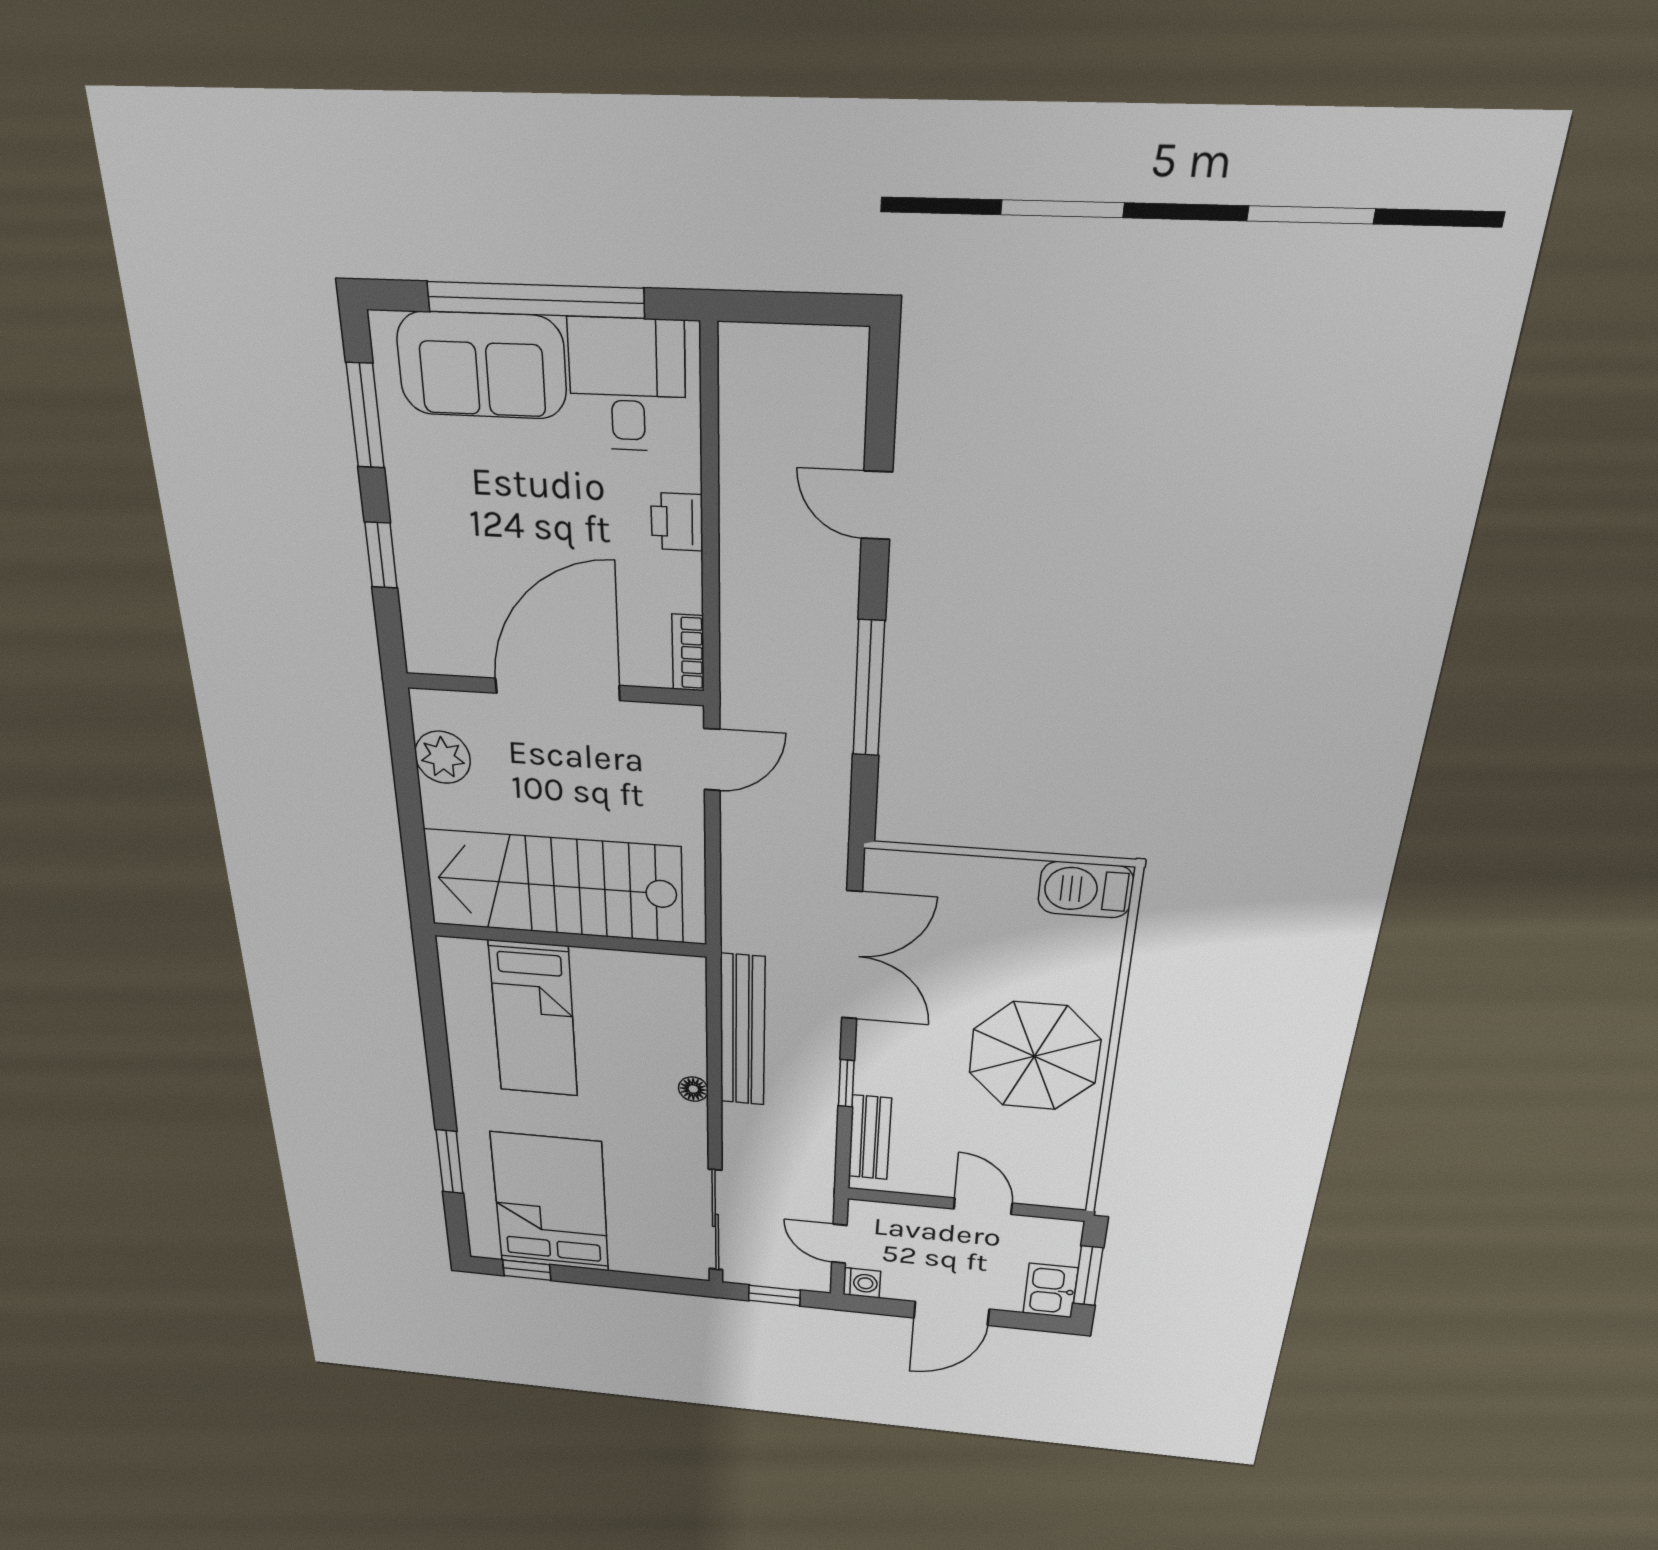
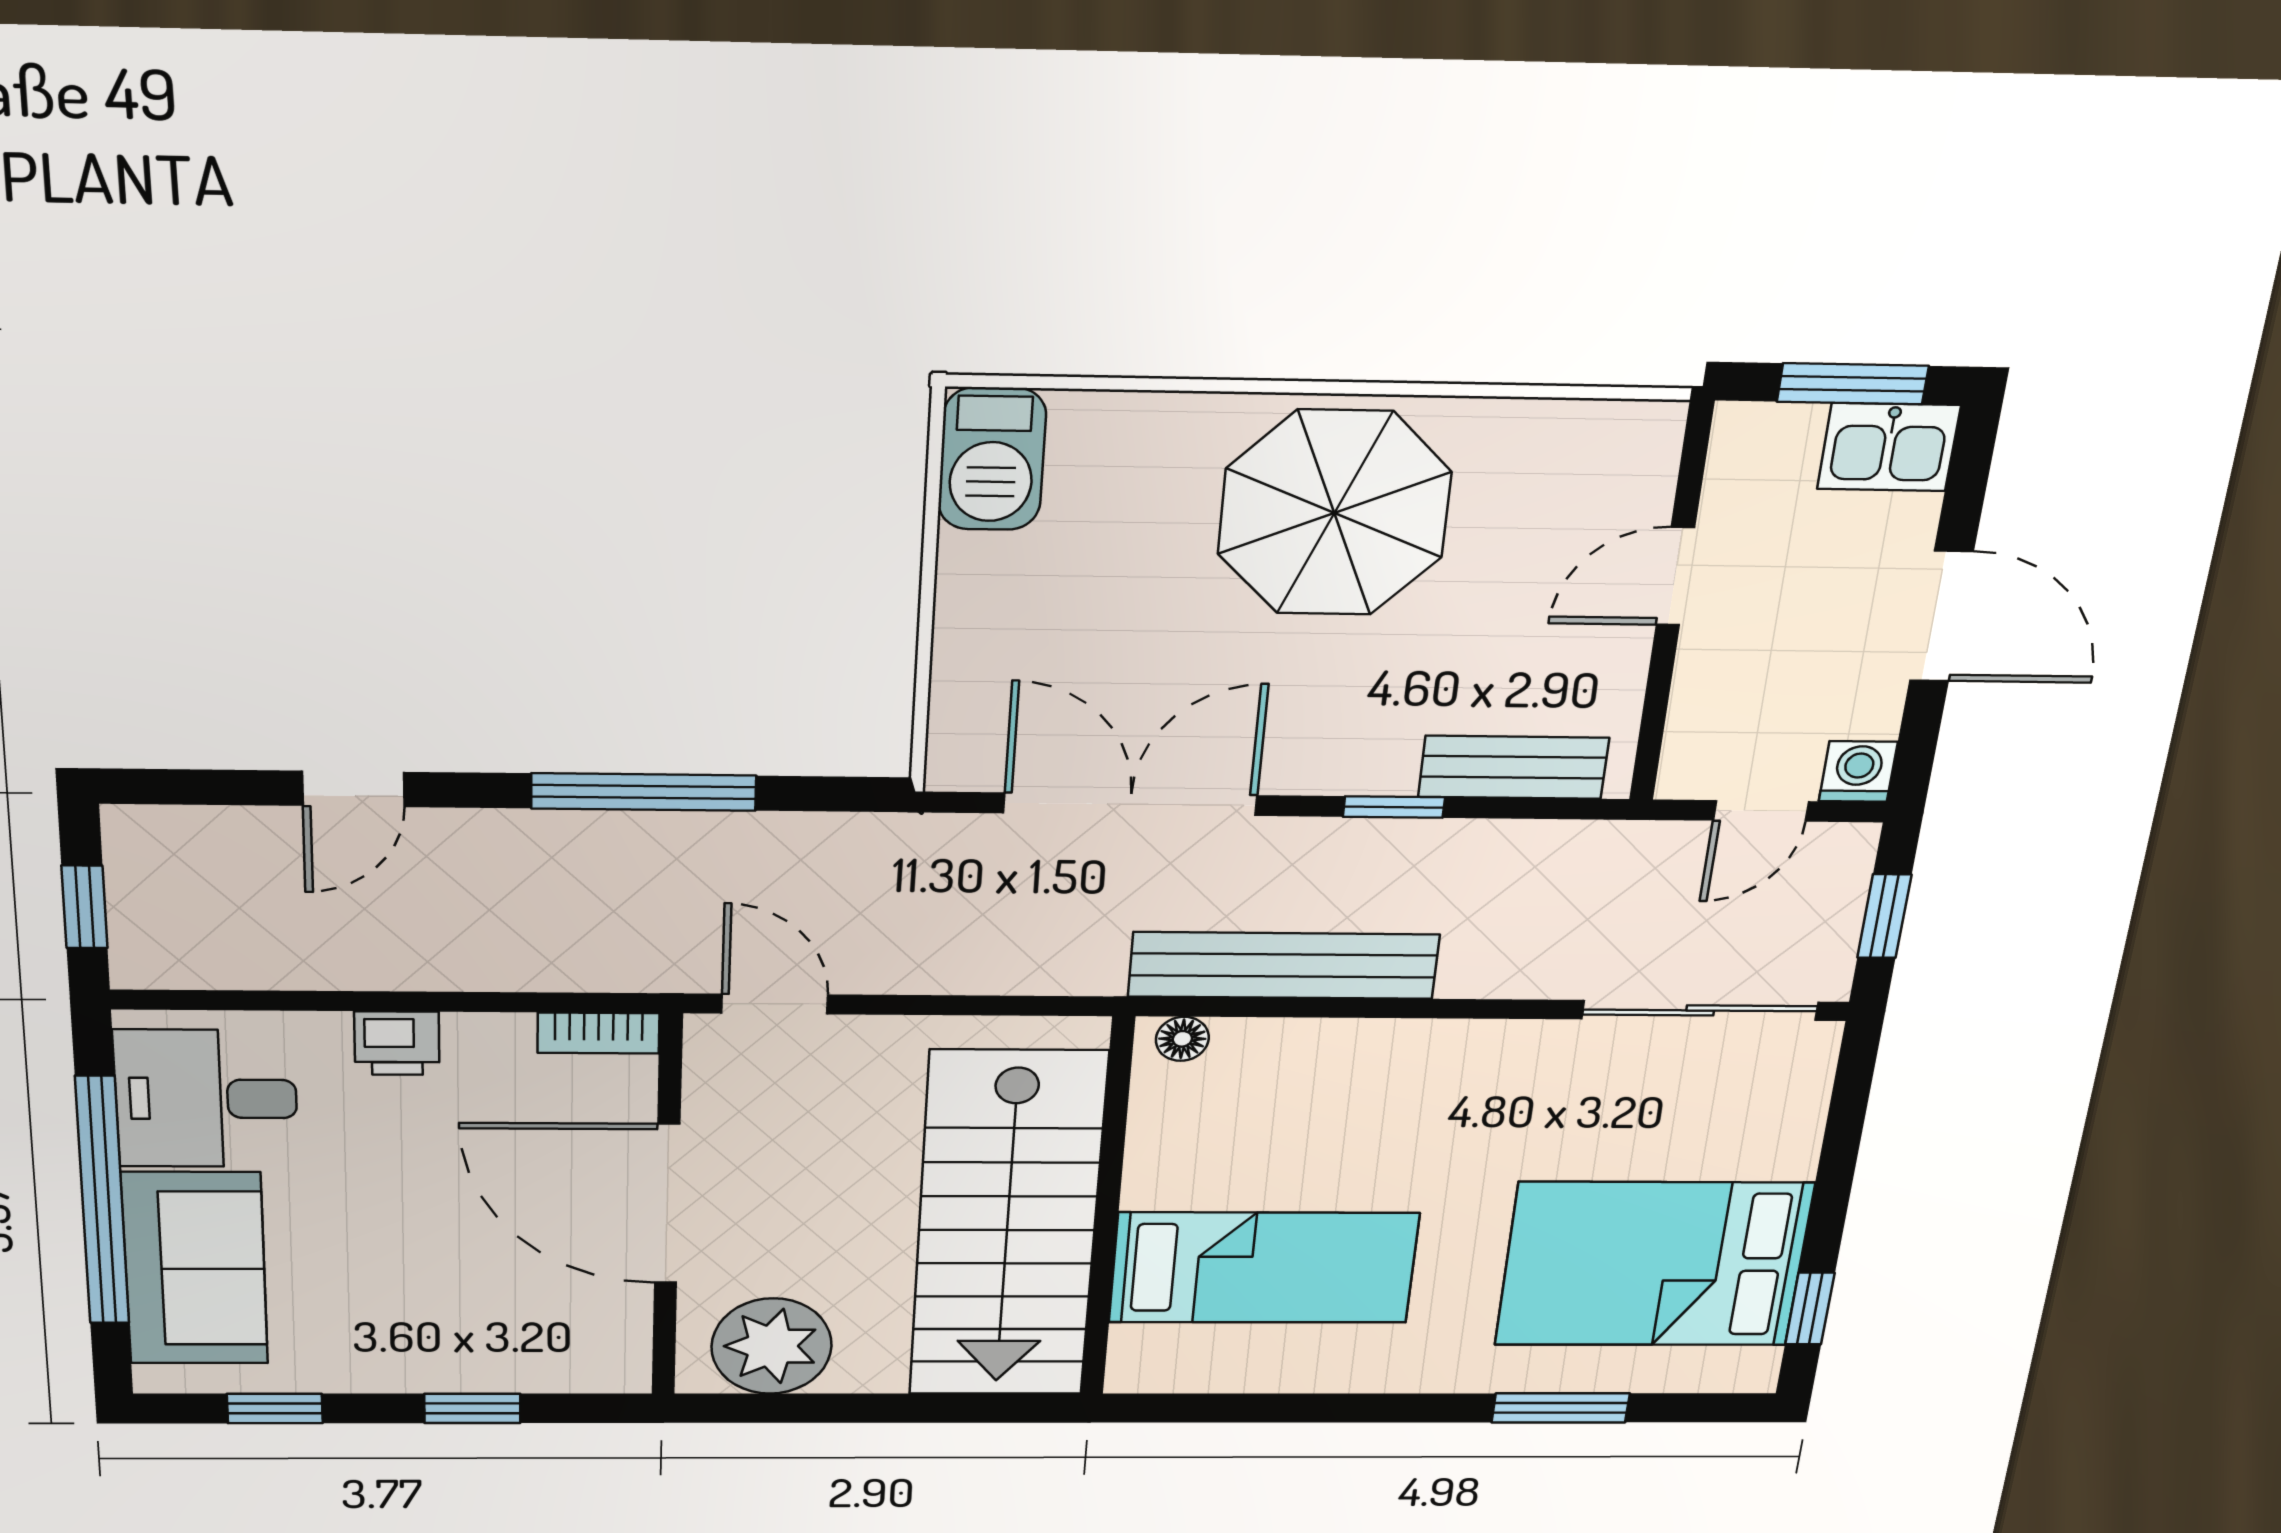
window: (786, 308) -> (85, 907), added
window: (365, 416) -> (275, 1409), width x0.67
plant: (443, 757) -> (772, 1346), width x1.36, depth x1.36
floor lamp: (693, 1089) -> (1182, 1039), moved

